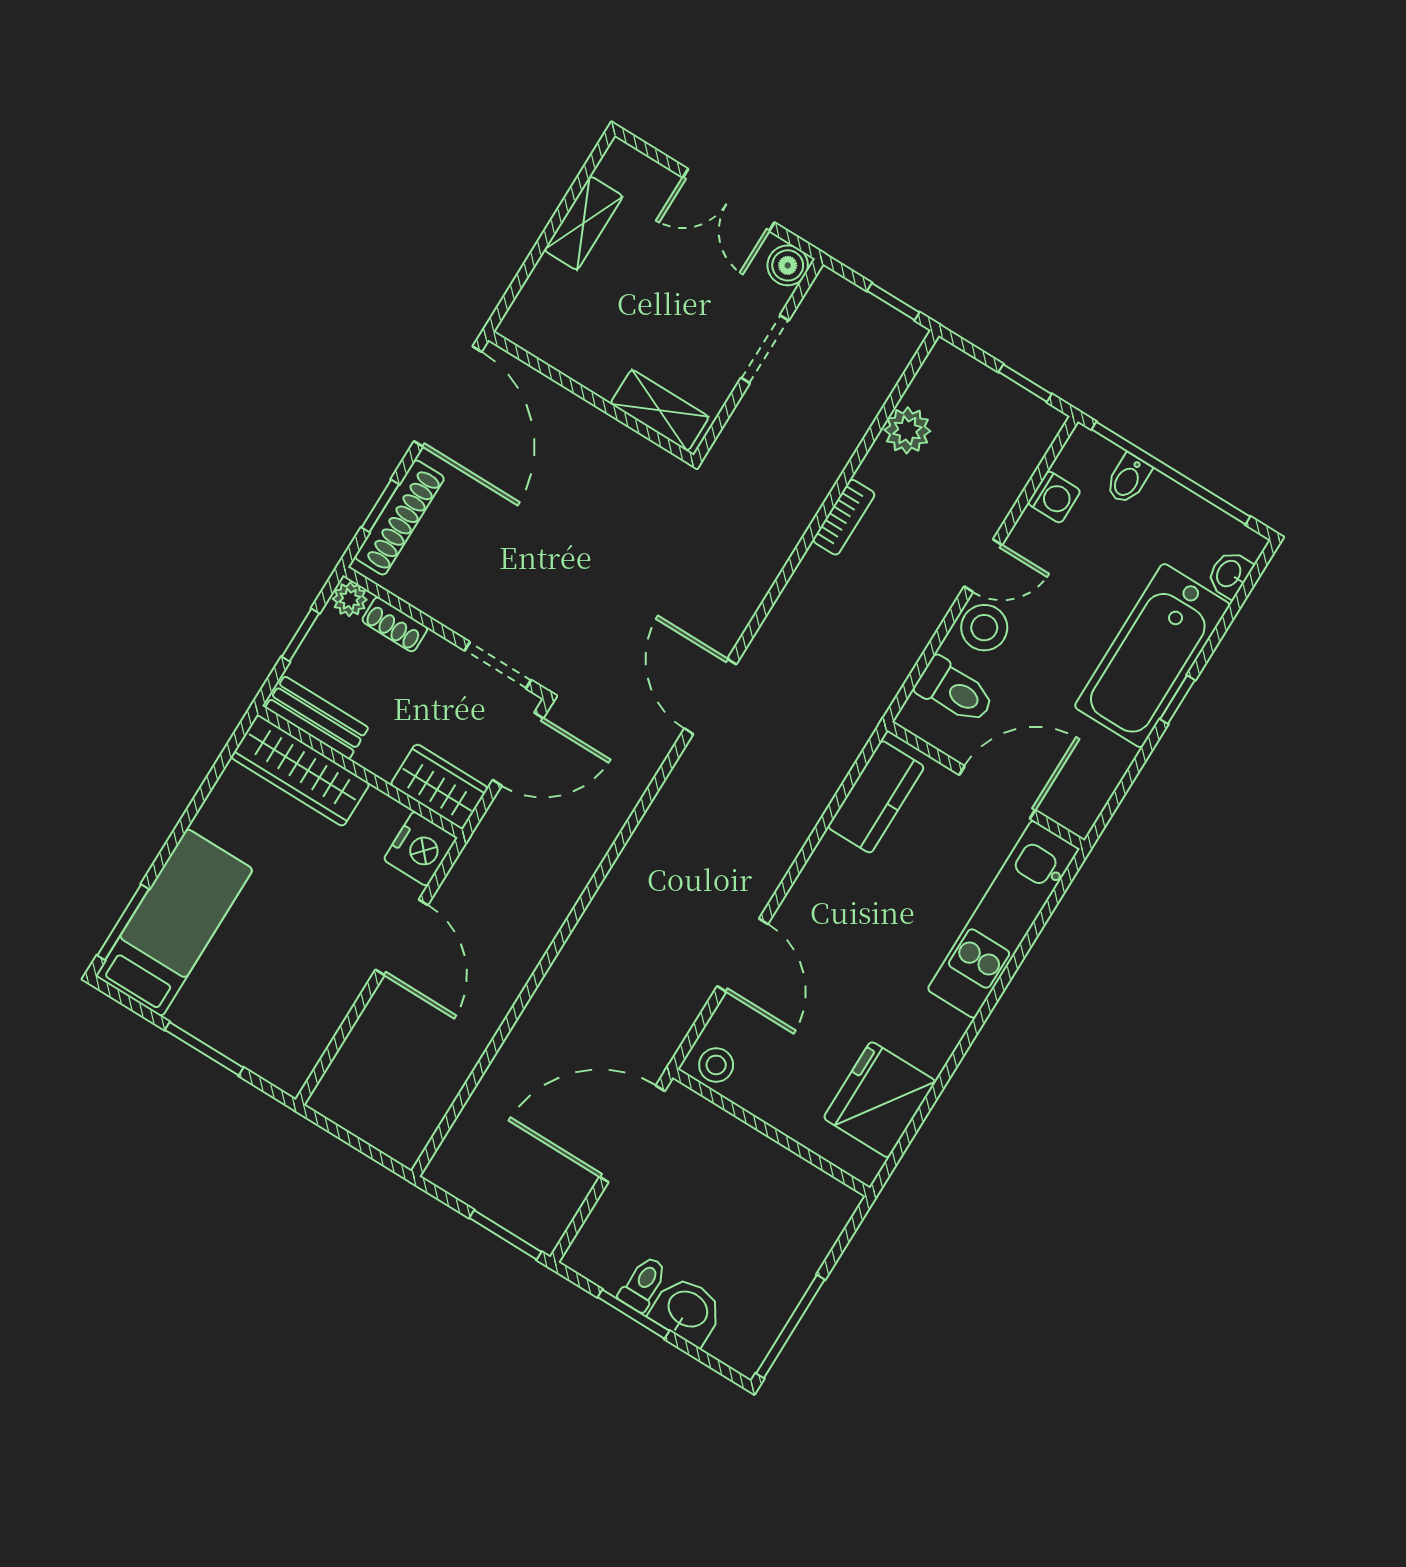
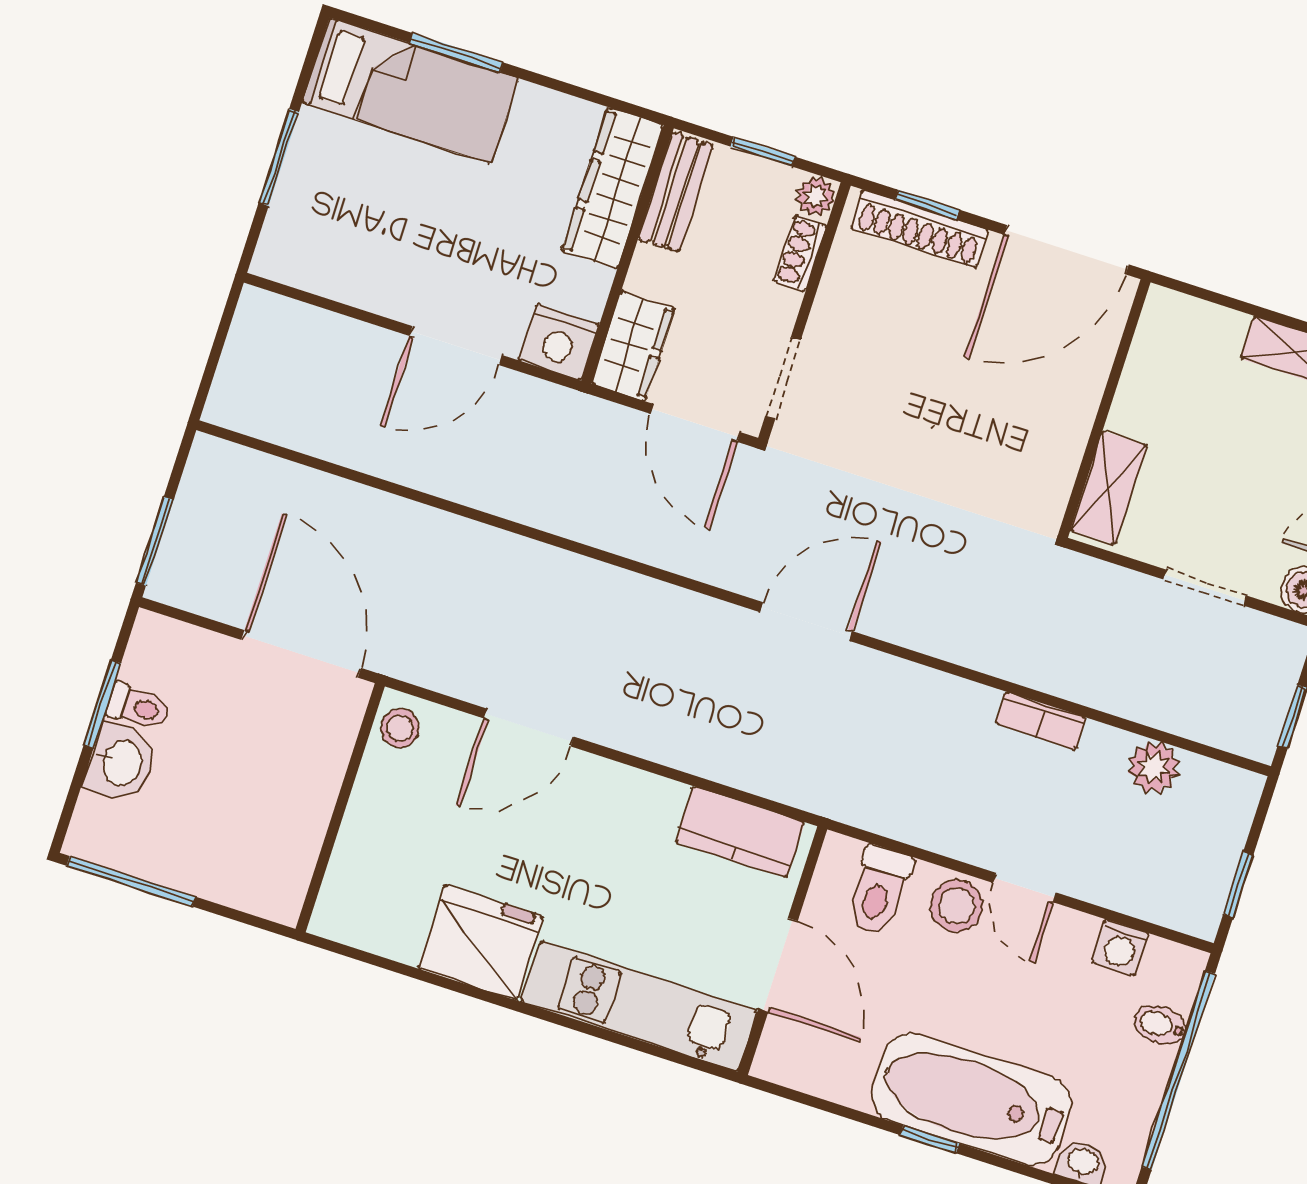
window: (123, 922) -> (456, 53), moved
fridge: (880, 1100) -> (481, 942), moved

